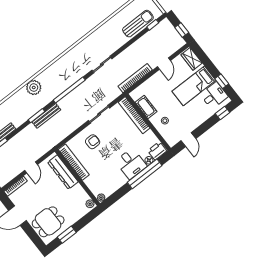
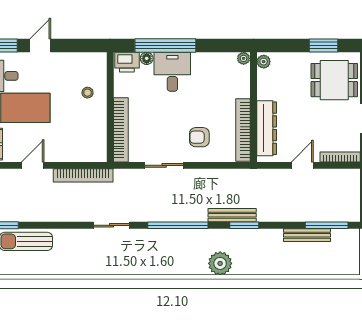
cot: (146, 107) -> (98, 128), removed
door: (188, 140) -> (40, 45), moved

